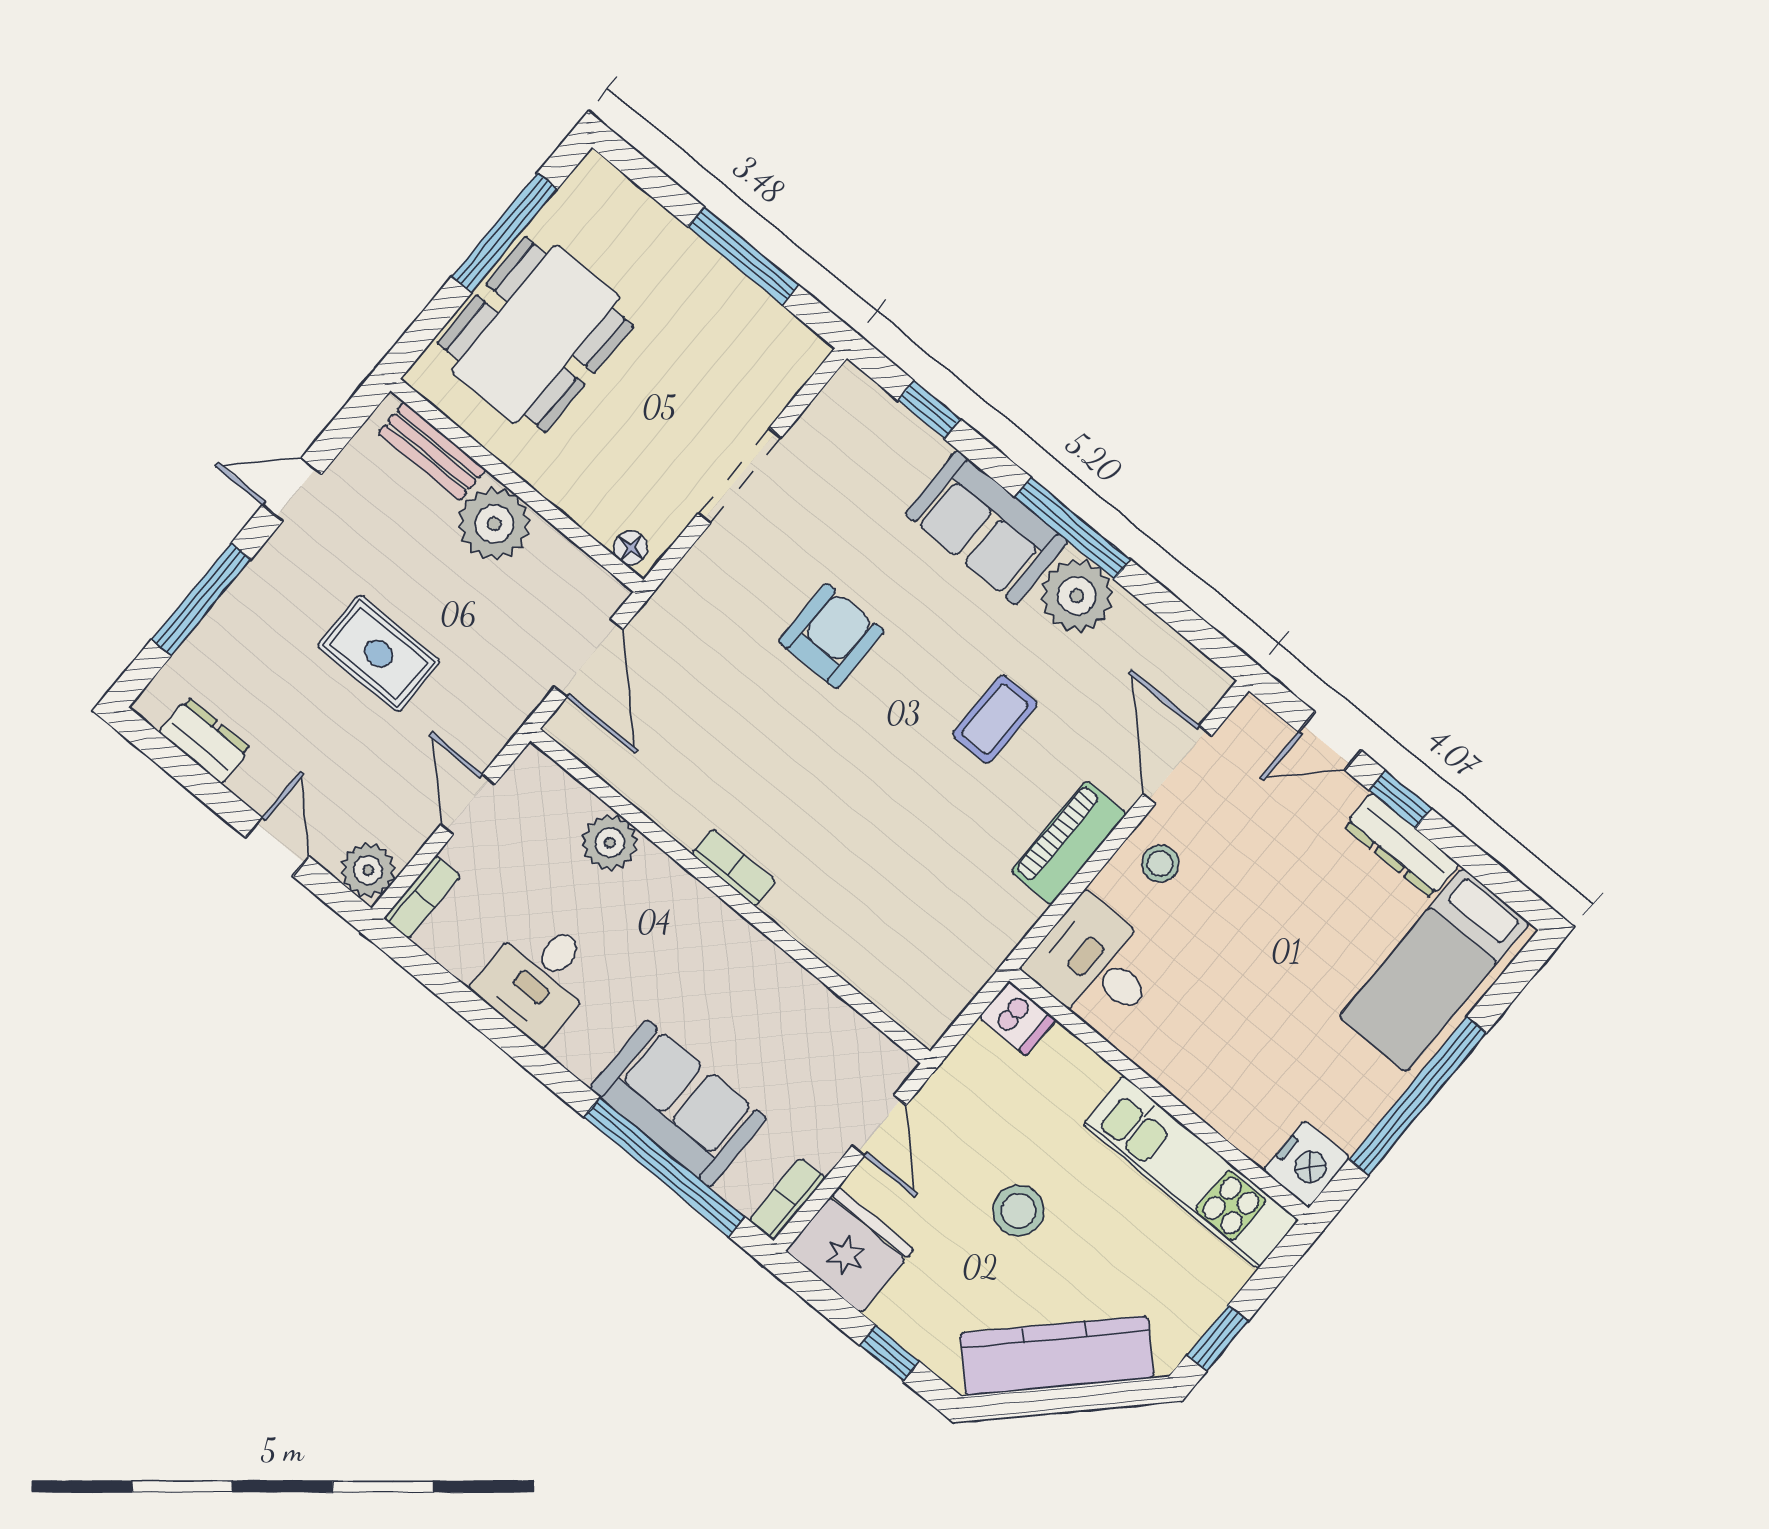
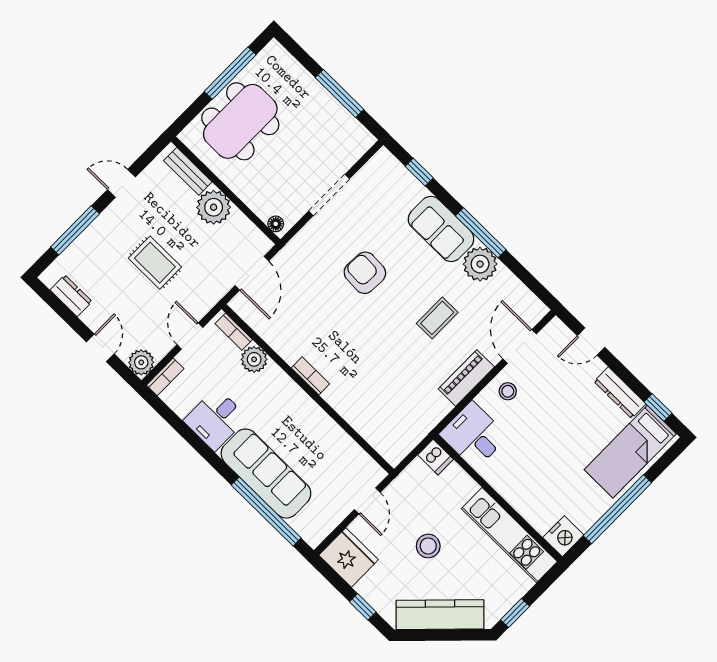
armchair: (831, 636) -> (365, 273), turned -87
window: (1400, 799) -> (658, 407), moved
sofa: (678, 1103) -> (266, 474), width x1.36
bookcase: (787, 1199) -> (234, 332), moved, turned -90

